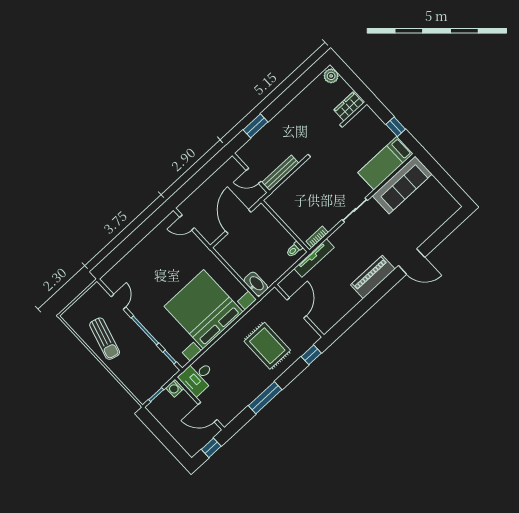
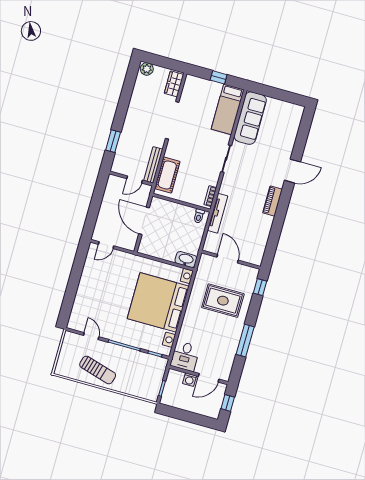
cot: (288, 191) -> (167, 175), added
piano: (373, 277) -> (272, 201), width x0.73, depth x0.75
washing machine: (175, 388) -> (190, 380), moved

